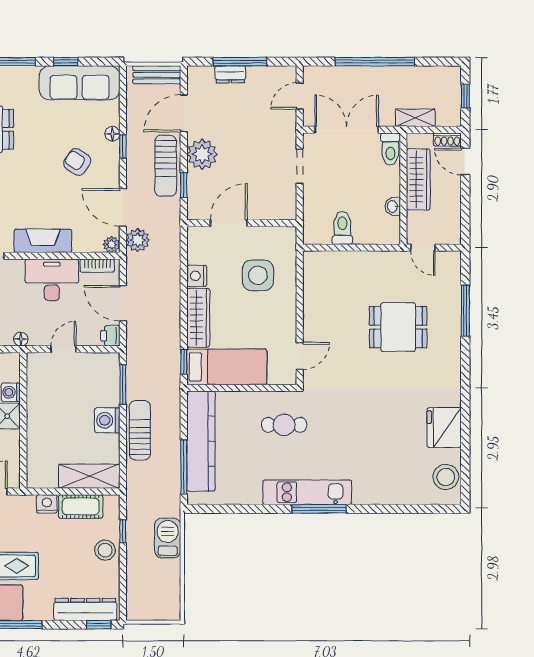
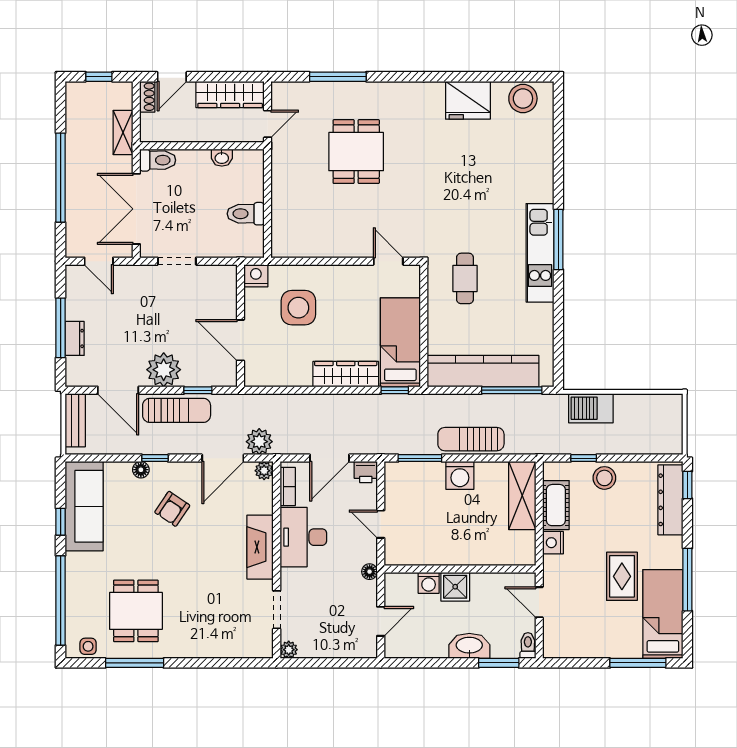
wardrobe: (418, 179) -> (230, 94), moved, turned 180
nightstand: (197, 276) -> (256, 276), moved, turned 180

